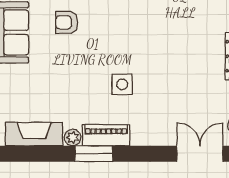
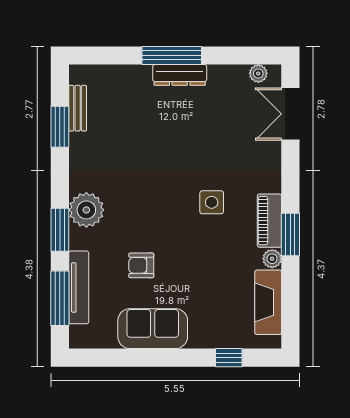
armchair: (67, 22) -> (141, 265), turned 90

